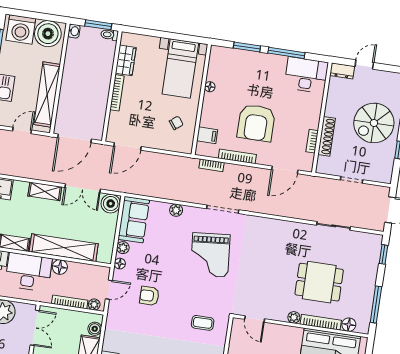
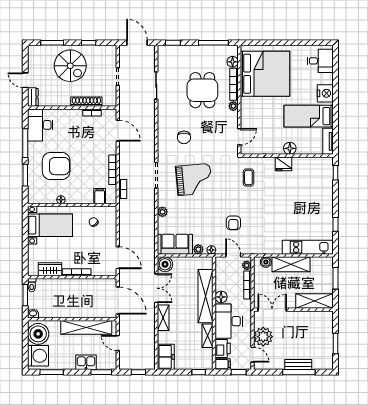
armchair: (256, 123) -> (56, 166), moved
chair: (264, 250) -> (184, 137), added

